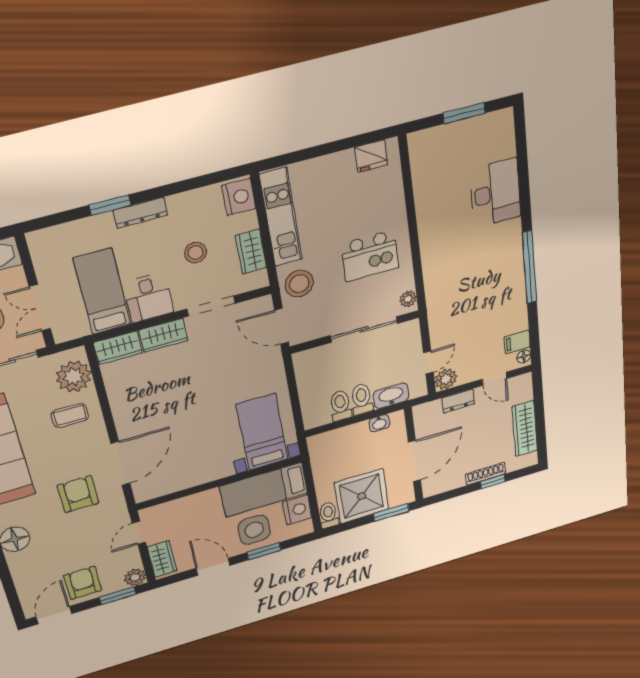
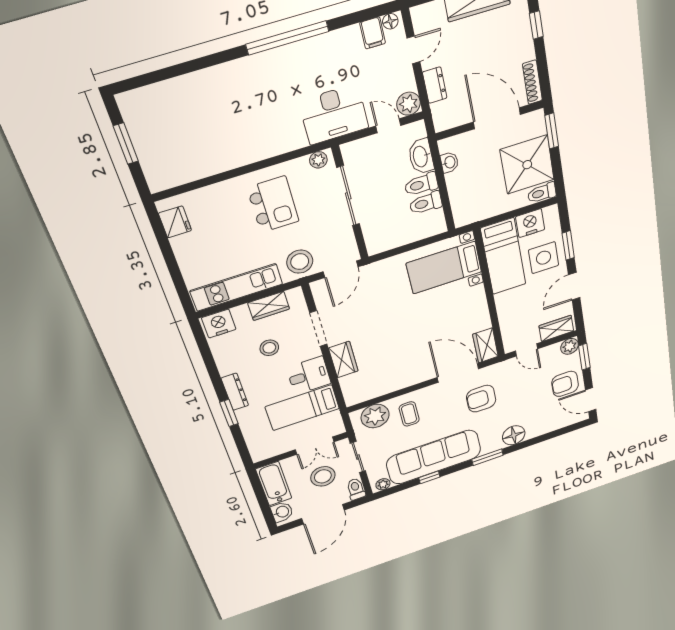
desk: (495, 193) -> (334, 114), moved, turned 180
wardrobe: (118, 348) -> (485, 345), moved, turned 180
shoe rack: (486, 474) -> (532, 82), moved

